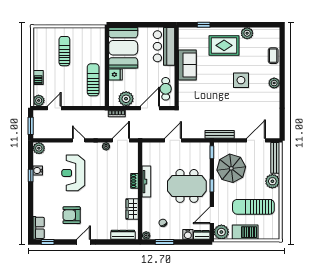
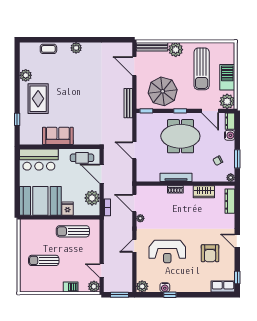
side table: (241, 80) -> (73, 82), removed
meeting table: (187, 186) -> (180, 136), turned 90

